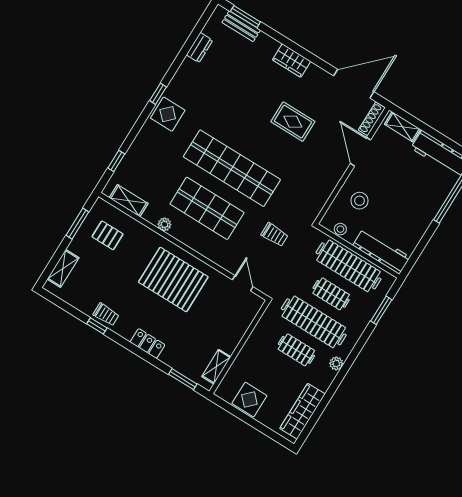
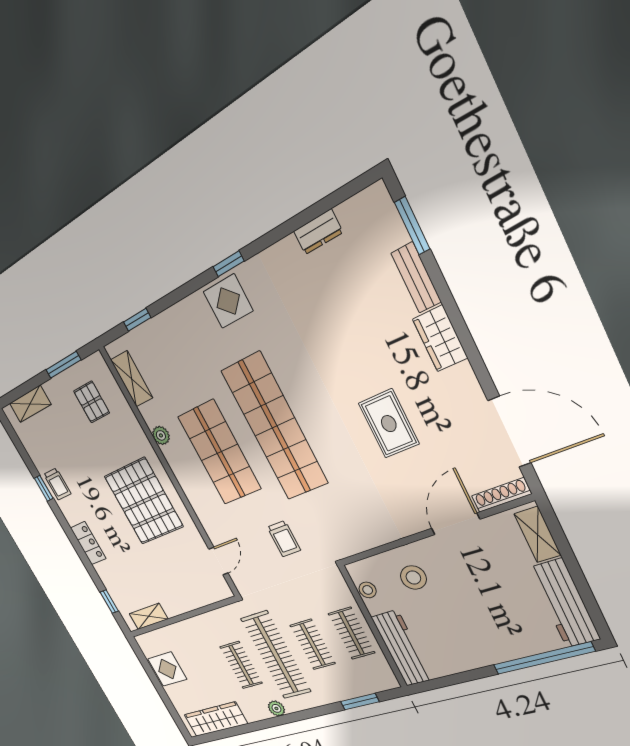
bench: (241, 26) -> (416, 278), moved
clothes rail: (348, 266) -> (351, 633), width x0.54, depth x0.76
window: (183, 379) -> (109, 602), width x0.67

